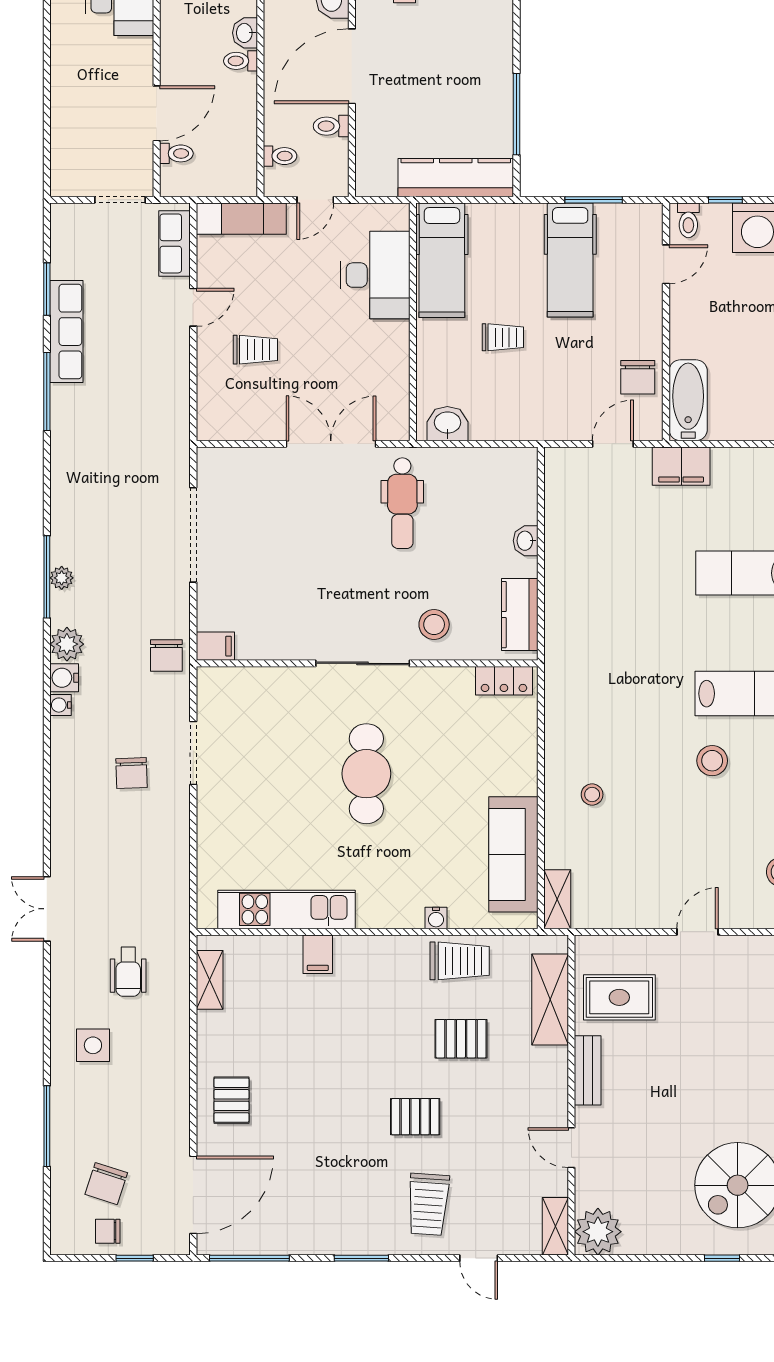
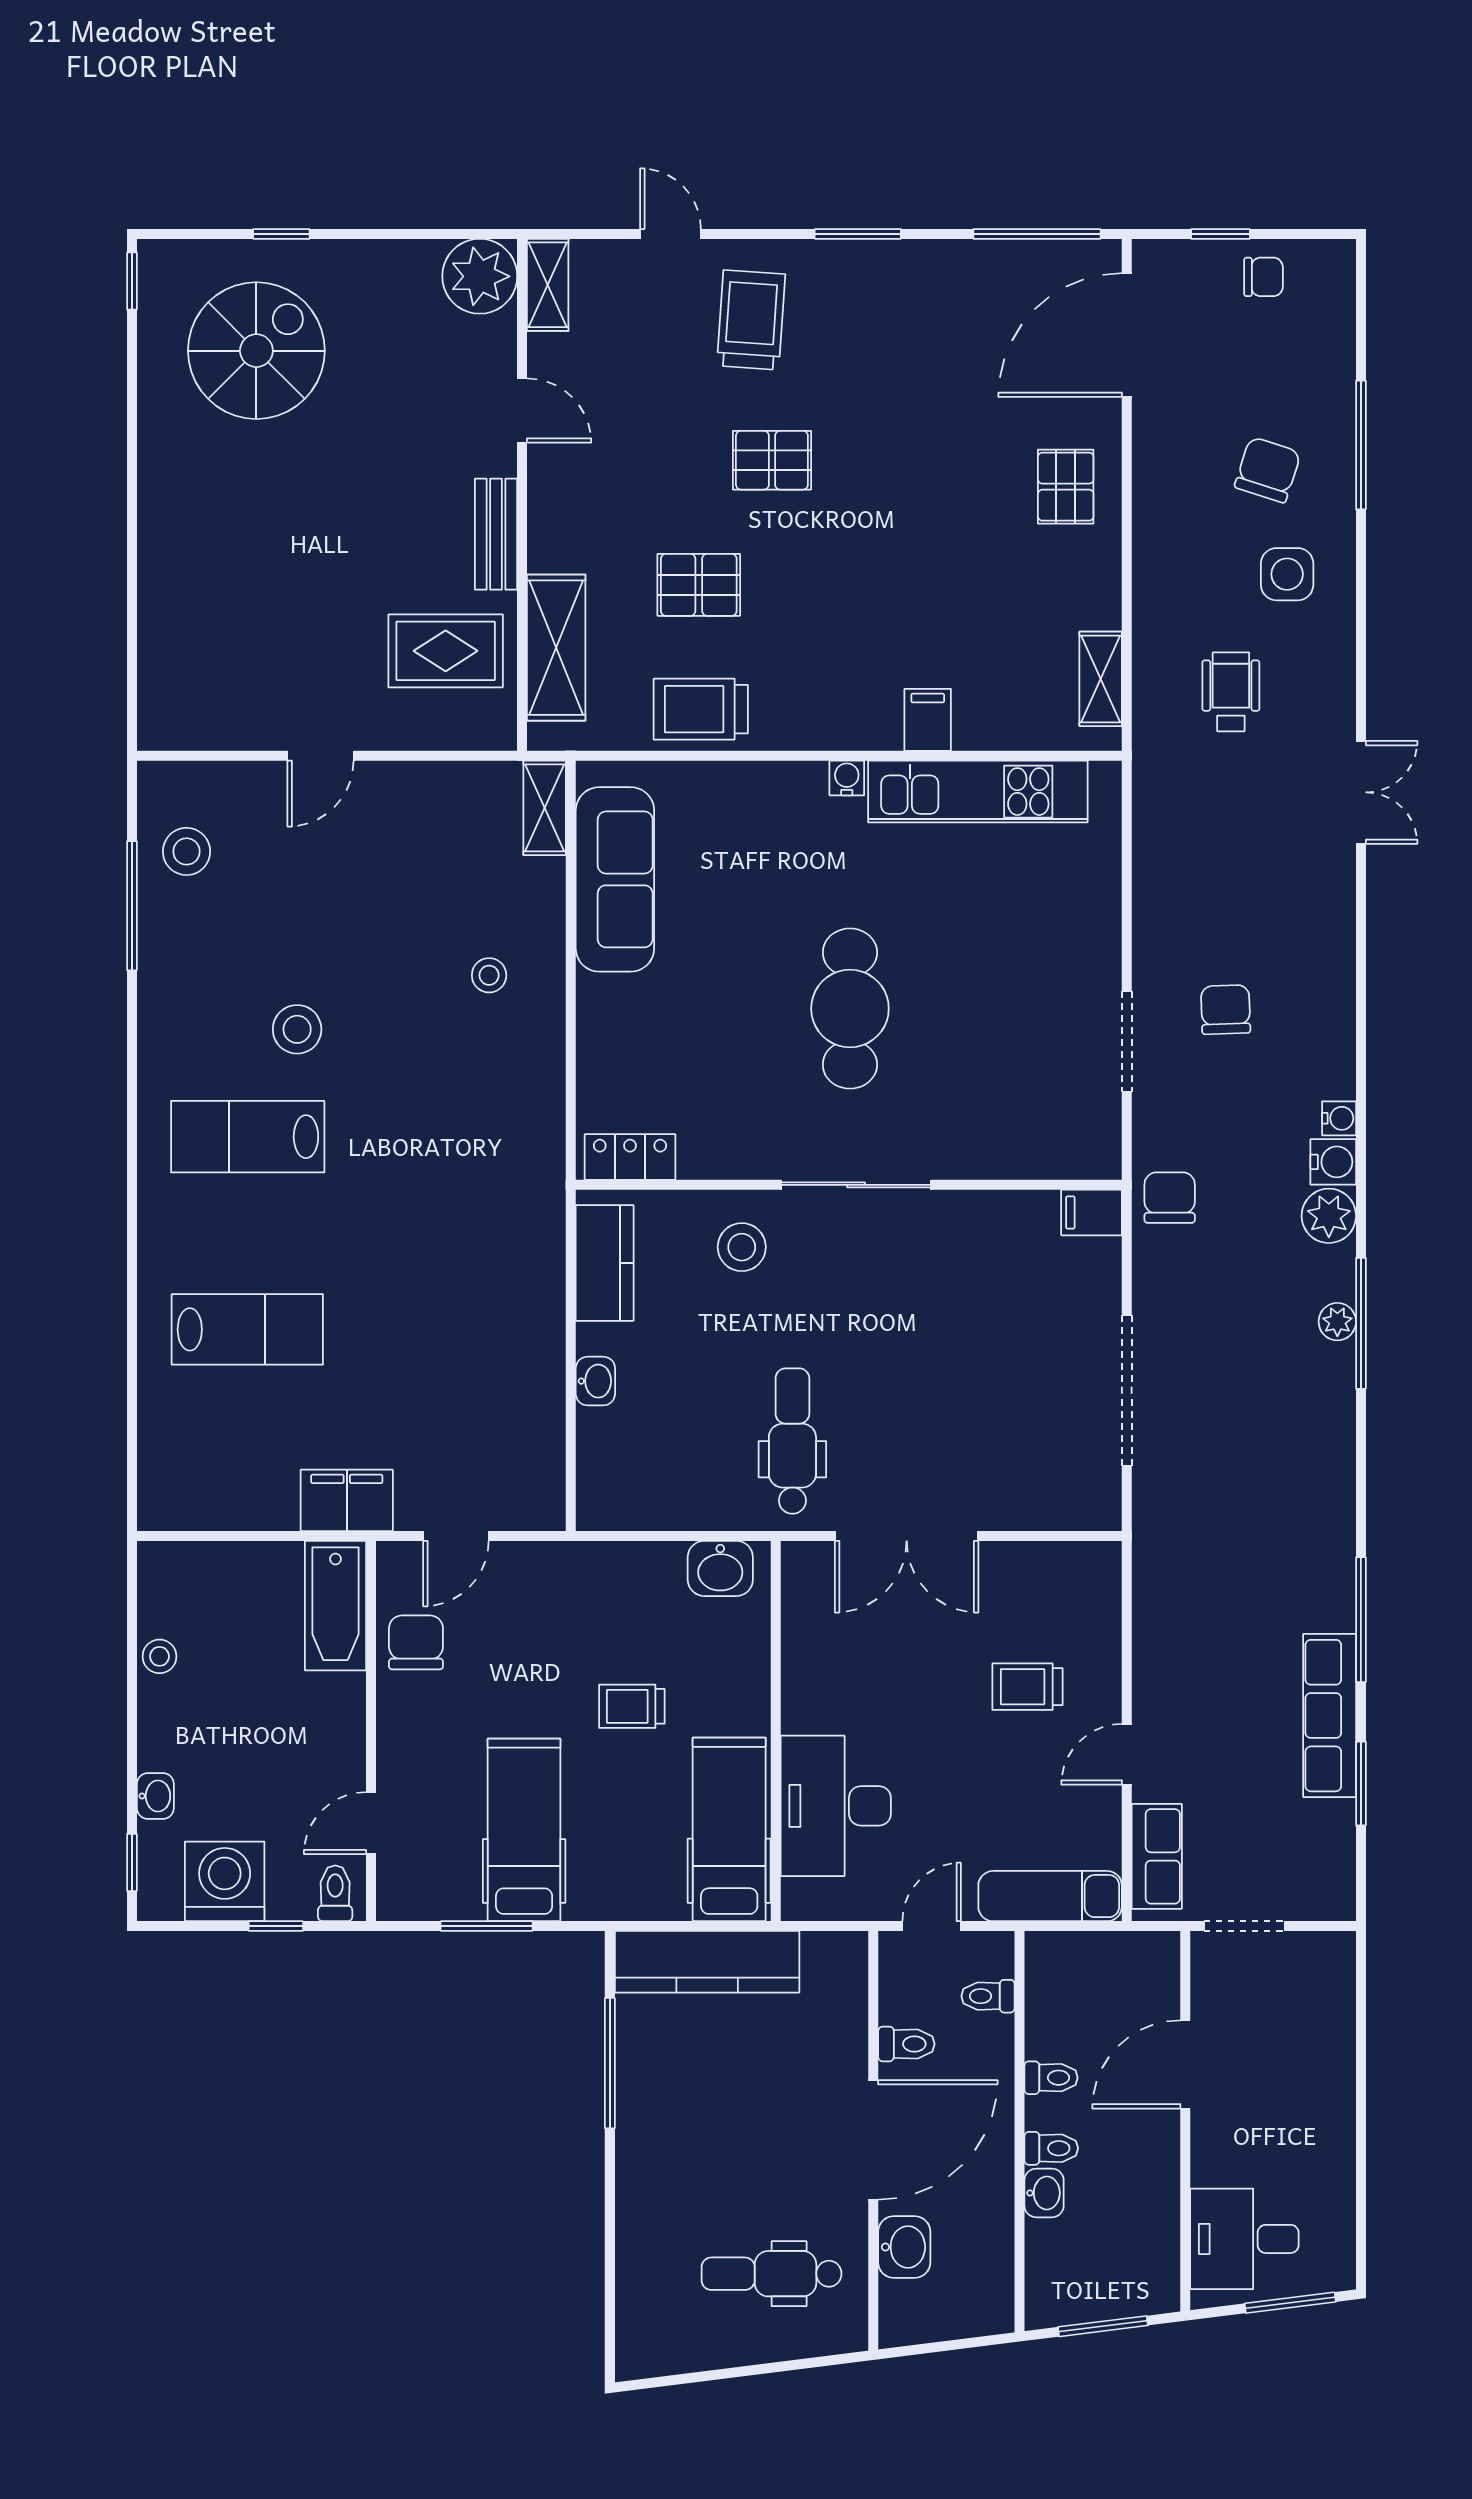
toilet: (176, 153) -> (1051, 2078), moved, turned 180
water cooler: (436, 918) -> (847, 778), moved
chair: (106, 1184) -> (1268, 470), moved

